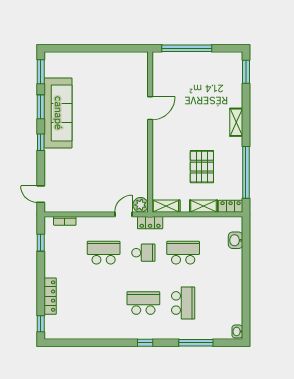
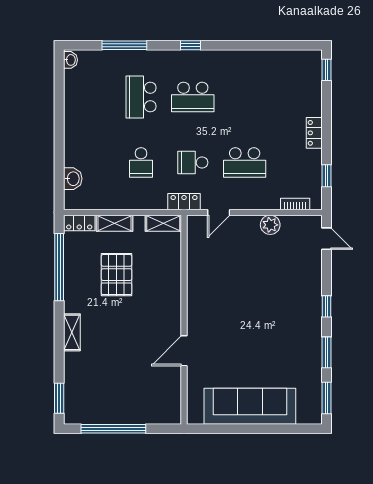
window: (187, 48) -> (113, 429), moved
sofa: (58, 113) -> (250, 406), moved, turned 90
plant: (141, 205) -> (270, 225), moved
school desk: (183, 253) -> (141, 163), width x0.54
locker: (50, 296) -> (314, 133), moved, width x0.66

